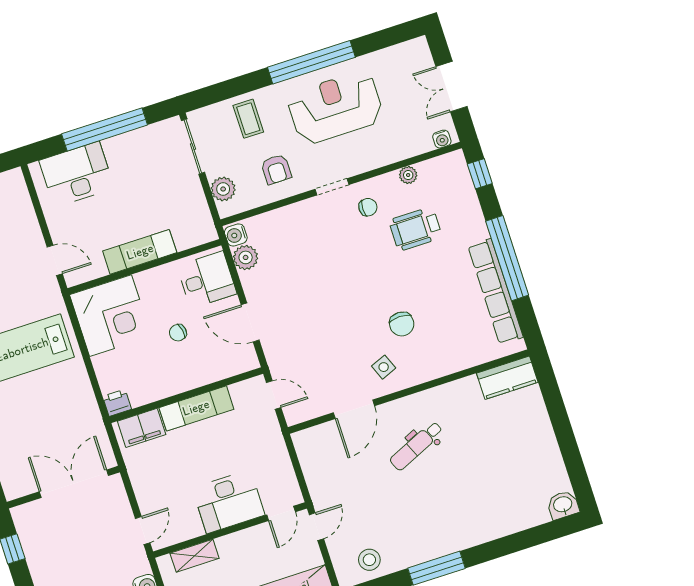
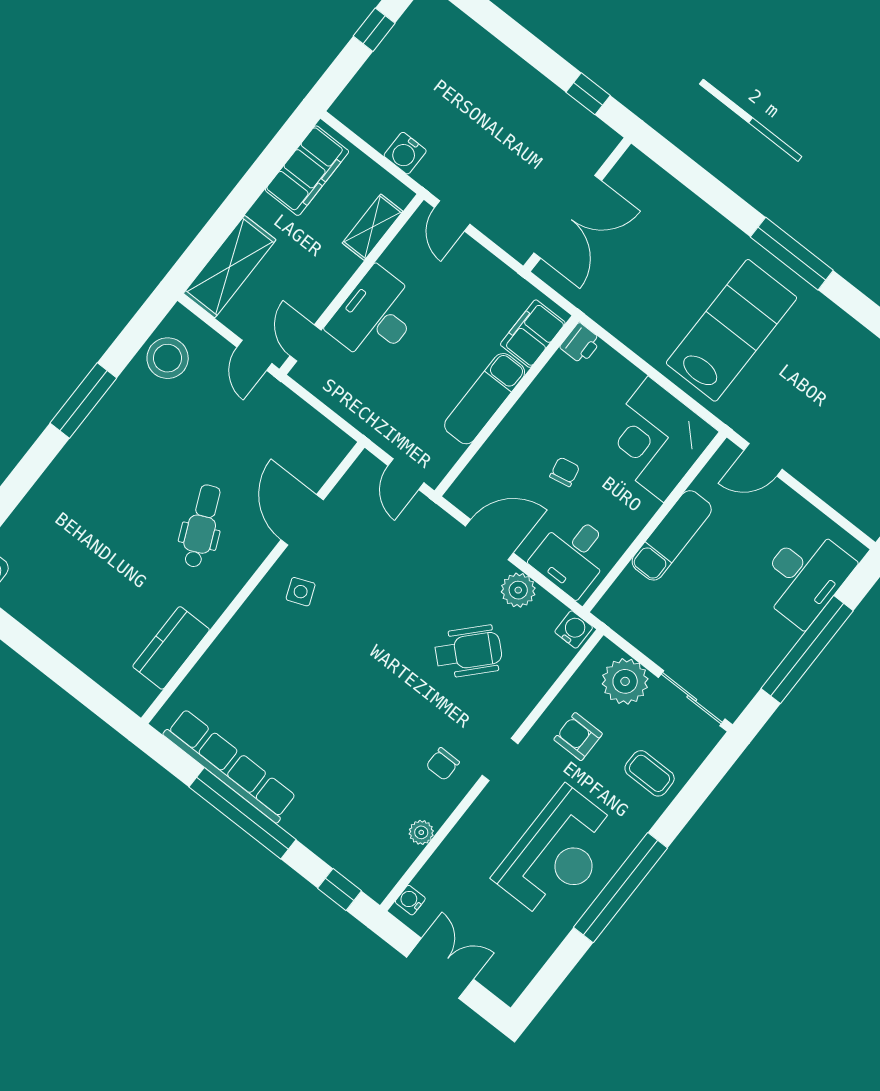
plant: (223, 189) -> (625, 681), width x1.36, depth x1.36
wheelchair: (416, 229) -> (468, 652), moved, turned 43
plant: (246, 257) -> (518, 590), moved
chair: (402, 324) -> (313, 655), removed
kitchen counter: (507, 378) -> (171, 648), moved
door: (274, 395) -> (406, 474), hinge flipped
stool: (369, 560) -> (168, 358), width x1.38, depth x1.38

